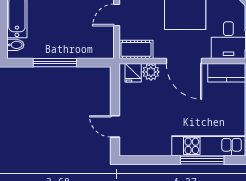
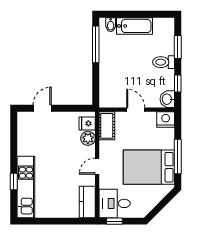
door: (184, 61) -> (97, 166), width x0.53
window: (55, 63) -> (96, 44), moved
window: (202, 160) -> (14, 182), width x0.46

